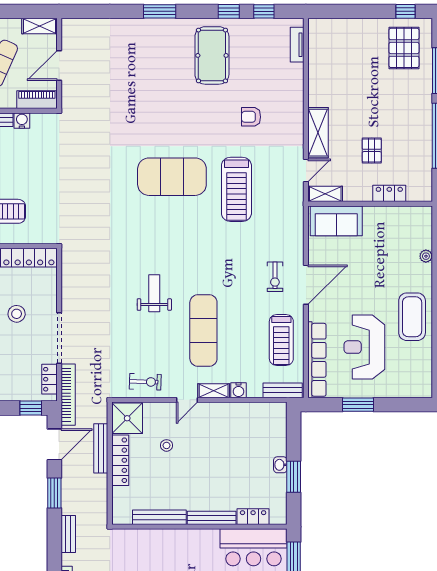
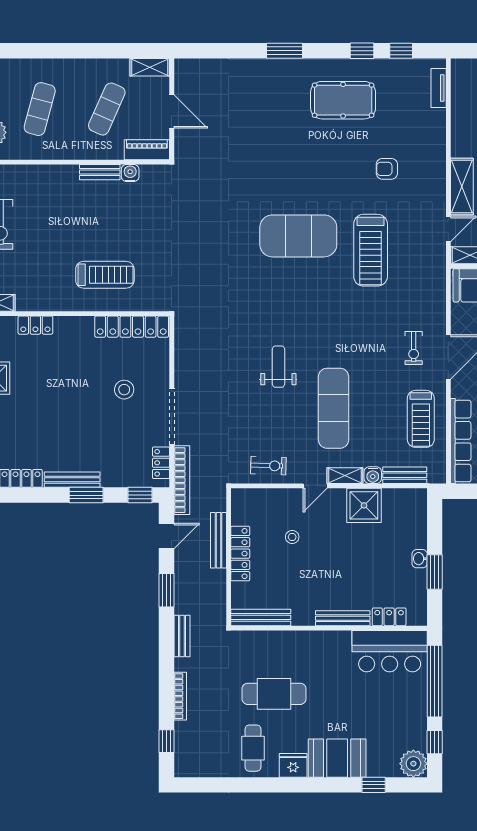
pool table: (212, 55) -> (343, 100), turned 90
door: (59, 66) -> (172, 111), swing flipped
bench: (283, 390) -> (405, 475), moved
shower: (127, 418) -> (364, 505), moved
door: (54, 444) -> (166, 536), width x0.73
bench: (159, 517) -> (261, 617), moved

